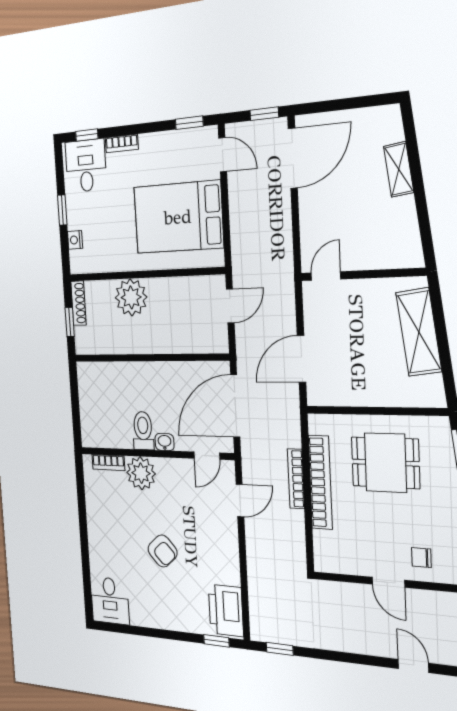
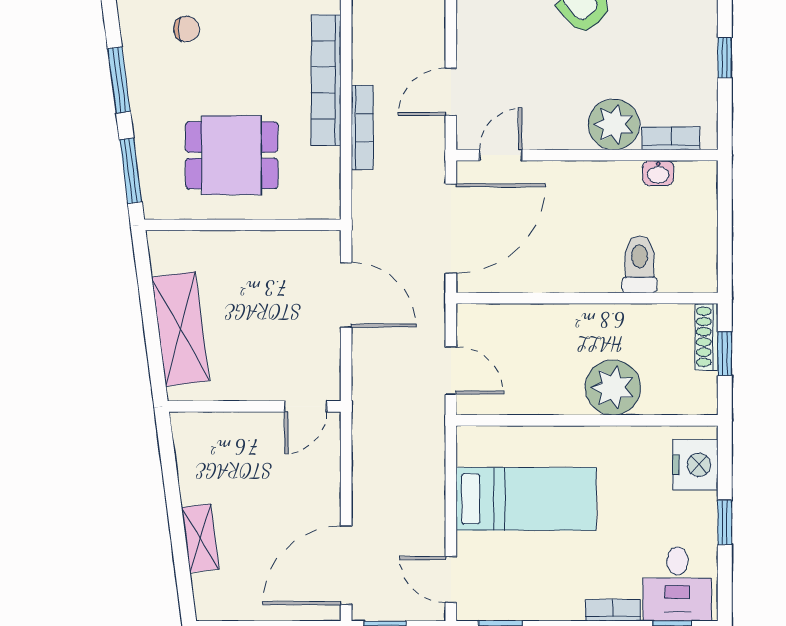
bed: (178, 217) -> (526, 499), width x0.67
nightstand: (75, 240) -> (695, 465), width x1.89, depth x1.79
shoe rack: (78, 303) -> (706, 337), moved
door: (230, 306) -> (451, 370), swing flipped
door: (301, 359) -> (346, 295), hinge flipped
toilet: (143, 431) -> (640, 264), moved, turned 180
washbasin: (165, 442) -> (658, 173), moved
bookcase: (320, 482) -> (326, 80), moved
window: (82, 512) -> (725, 58), added

